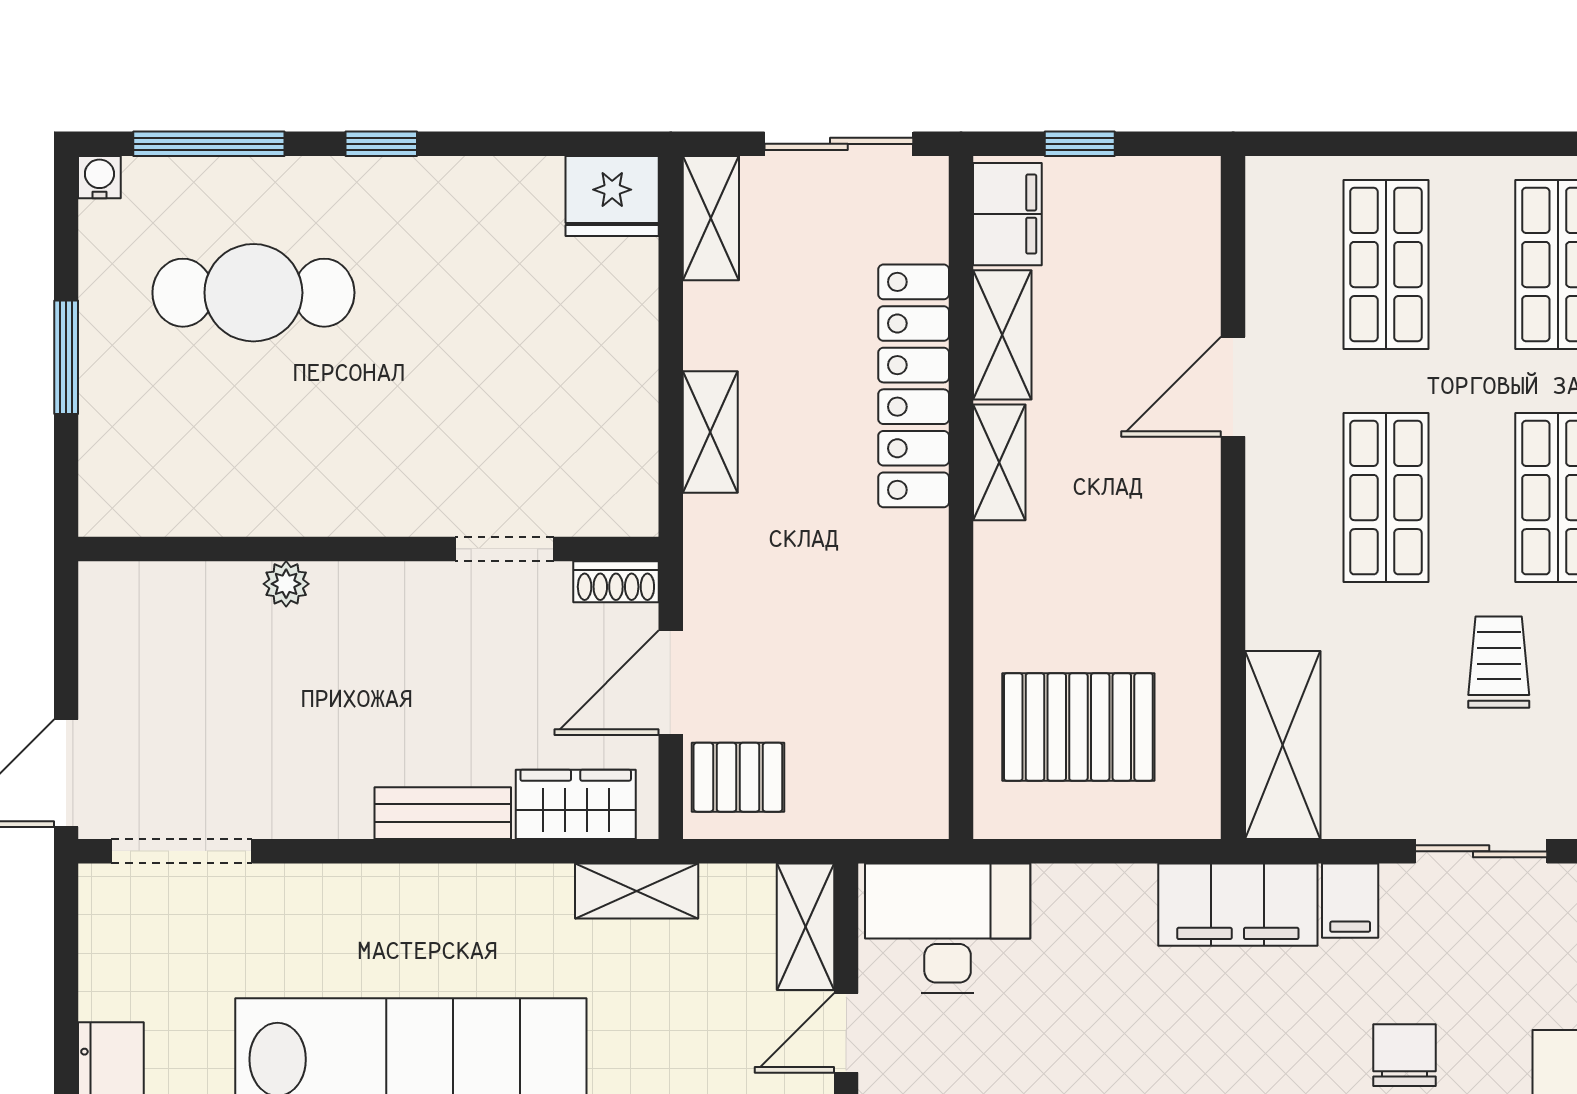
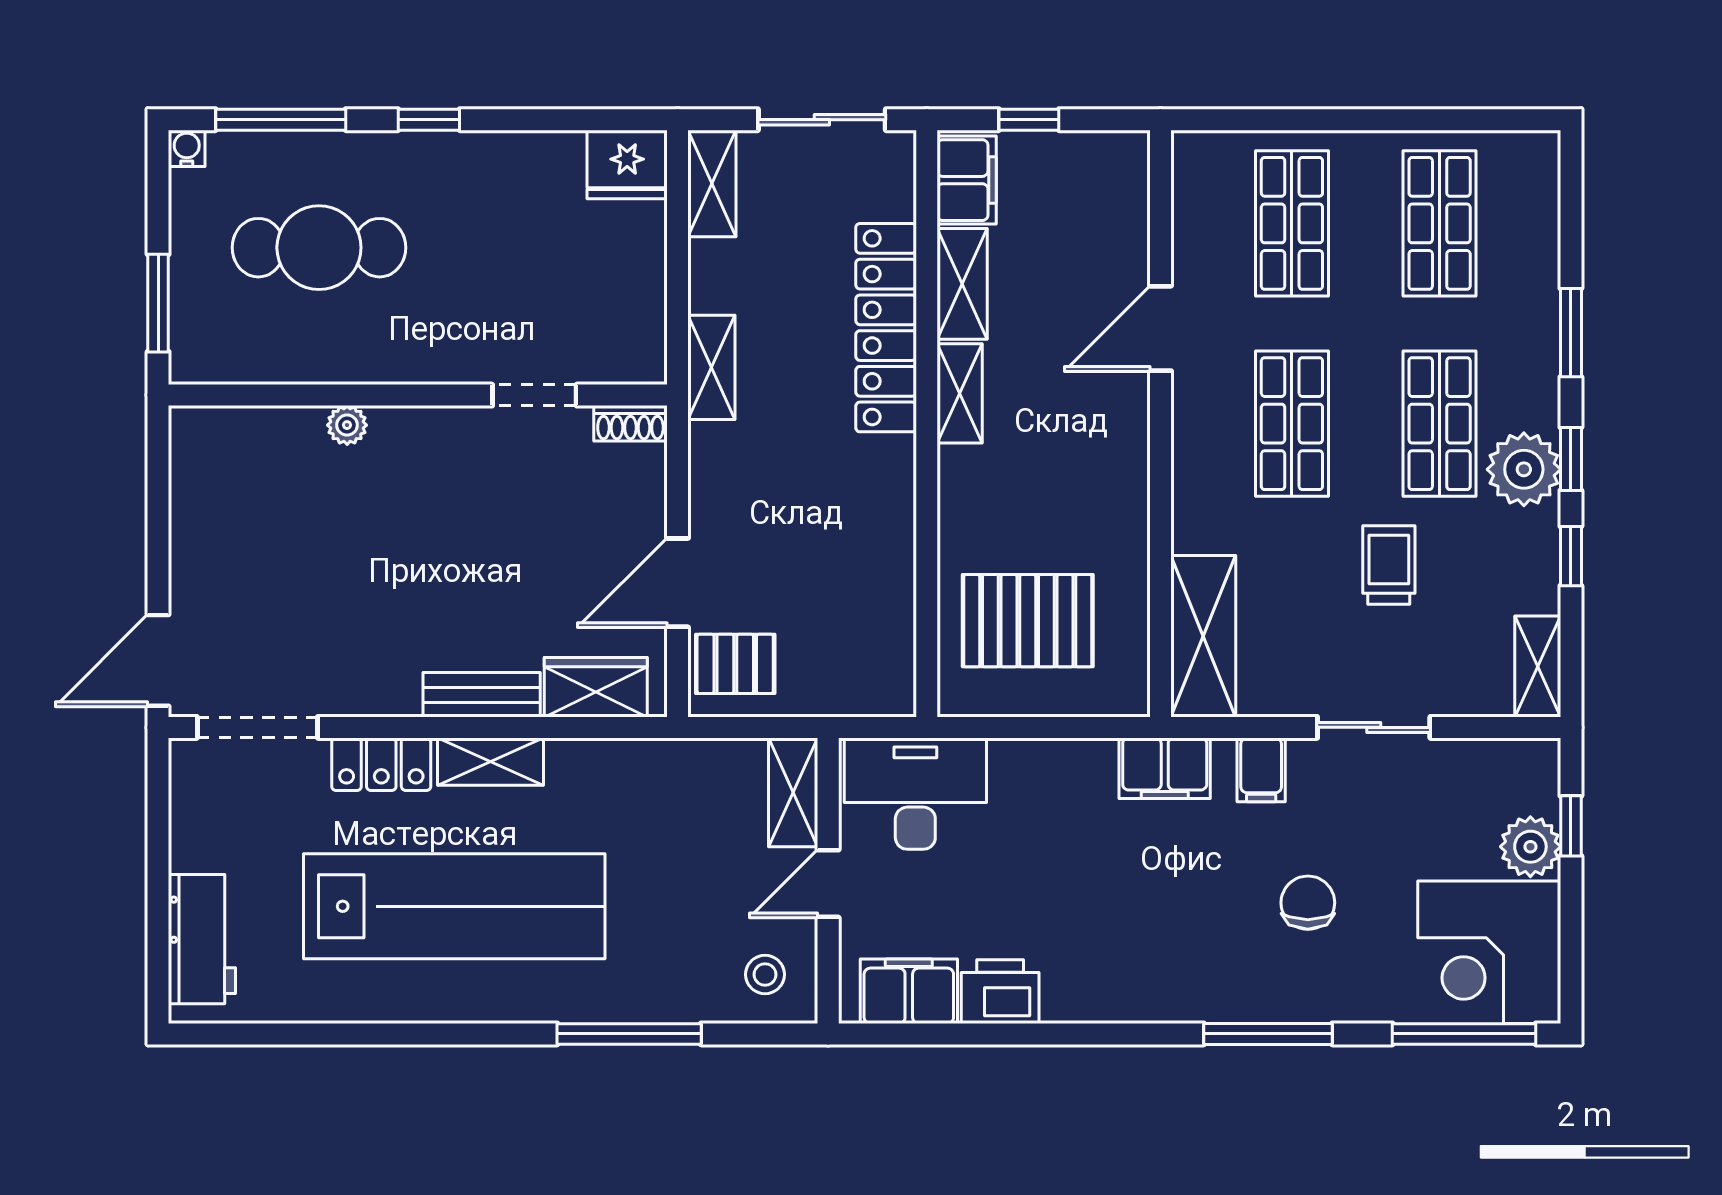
wall: (368, 549) -> (418, 395), moved
doorway: (504, 549) -> (534, 395), moved
shoe rack: (616, 582) -> (630, 423), moved
plant: (286, 584) -> (347, 425), moved
shelving: (637, 891) -> (490, 762), moved
locker: (326, 894) -> (381, 764), added
filing cabinet: (1238, 905) -> (1165, 768), width x0.67, depth x0.86

